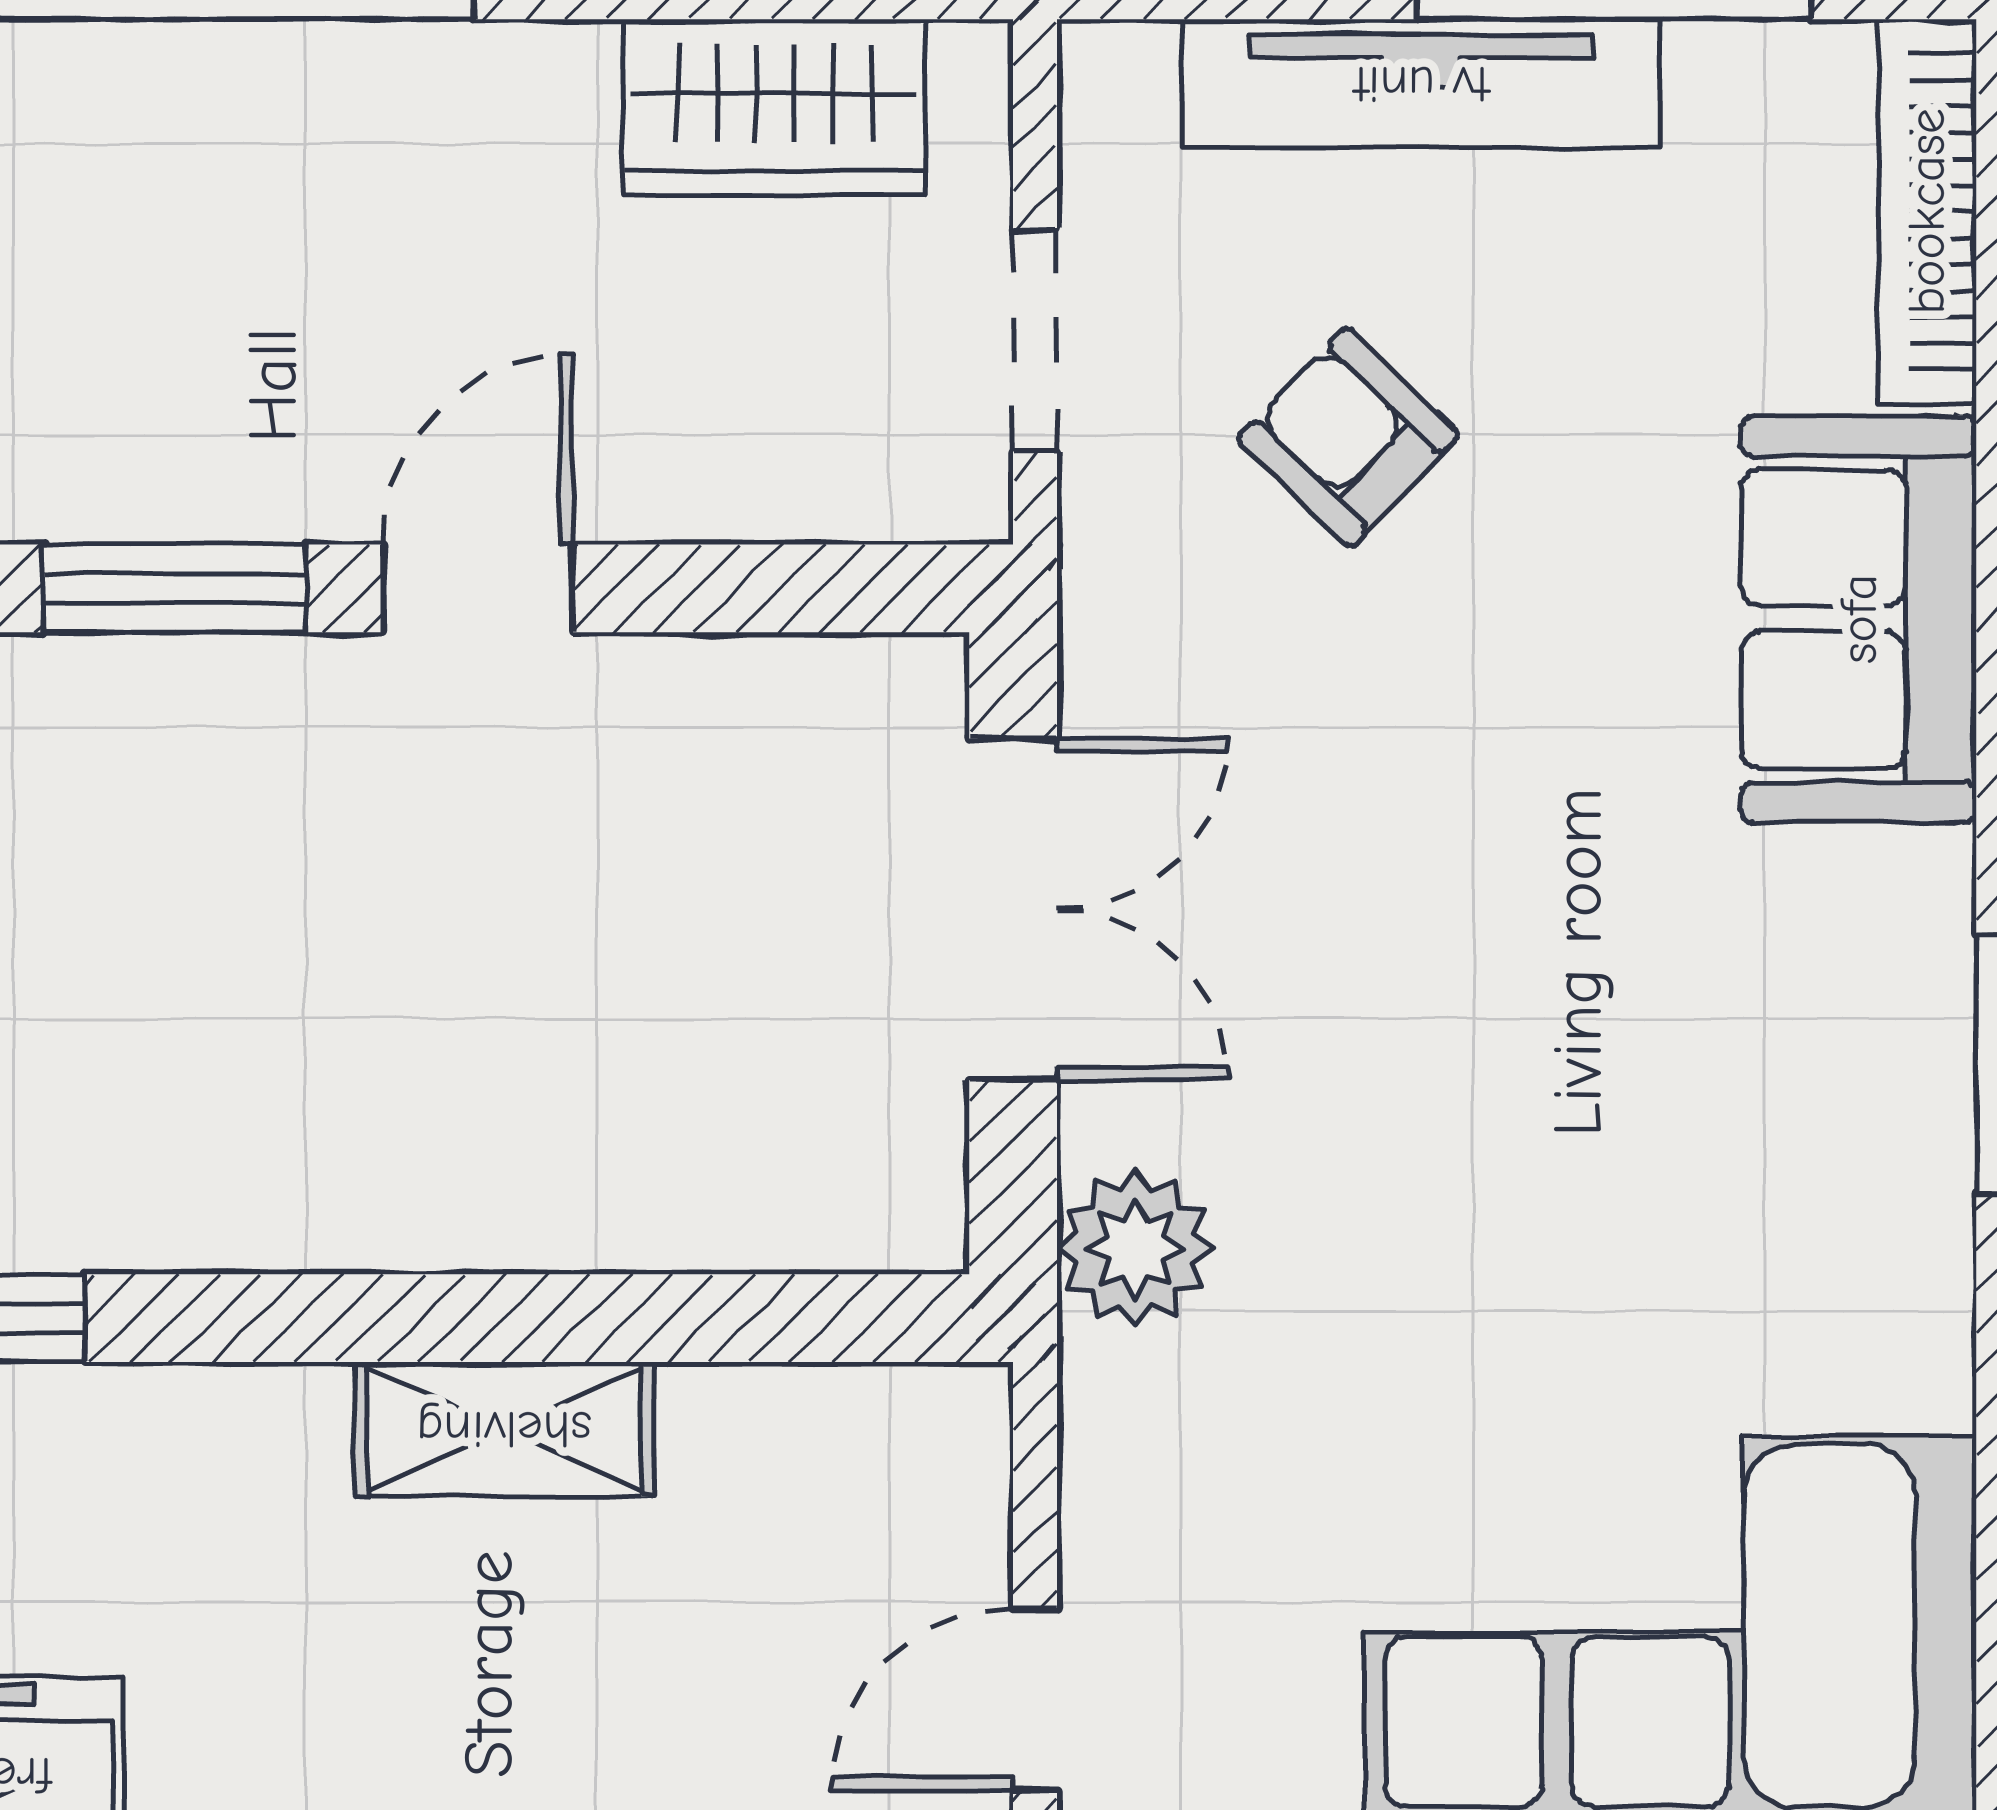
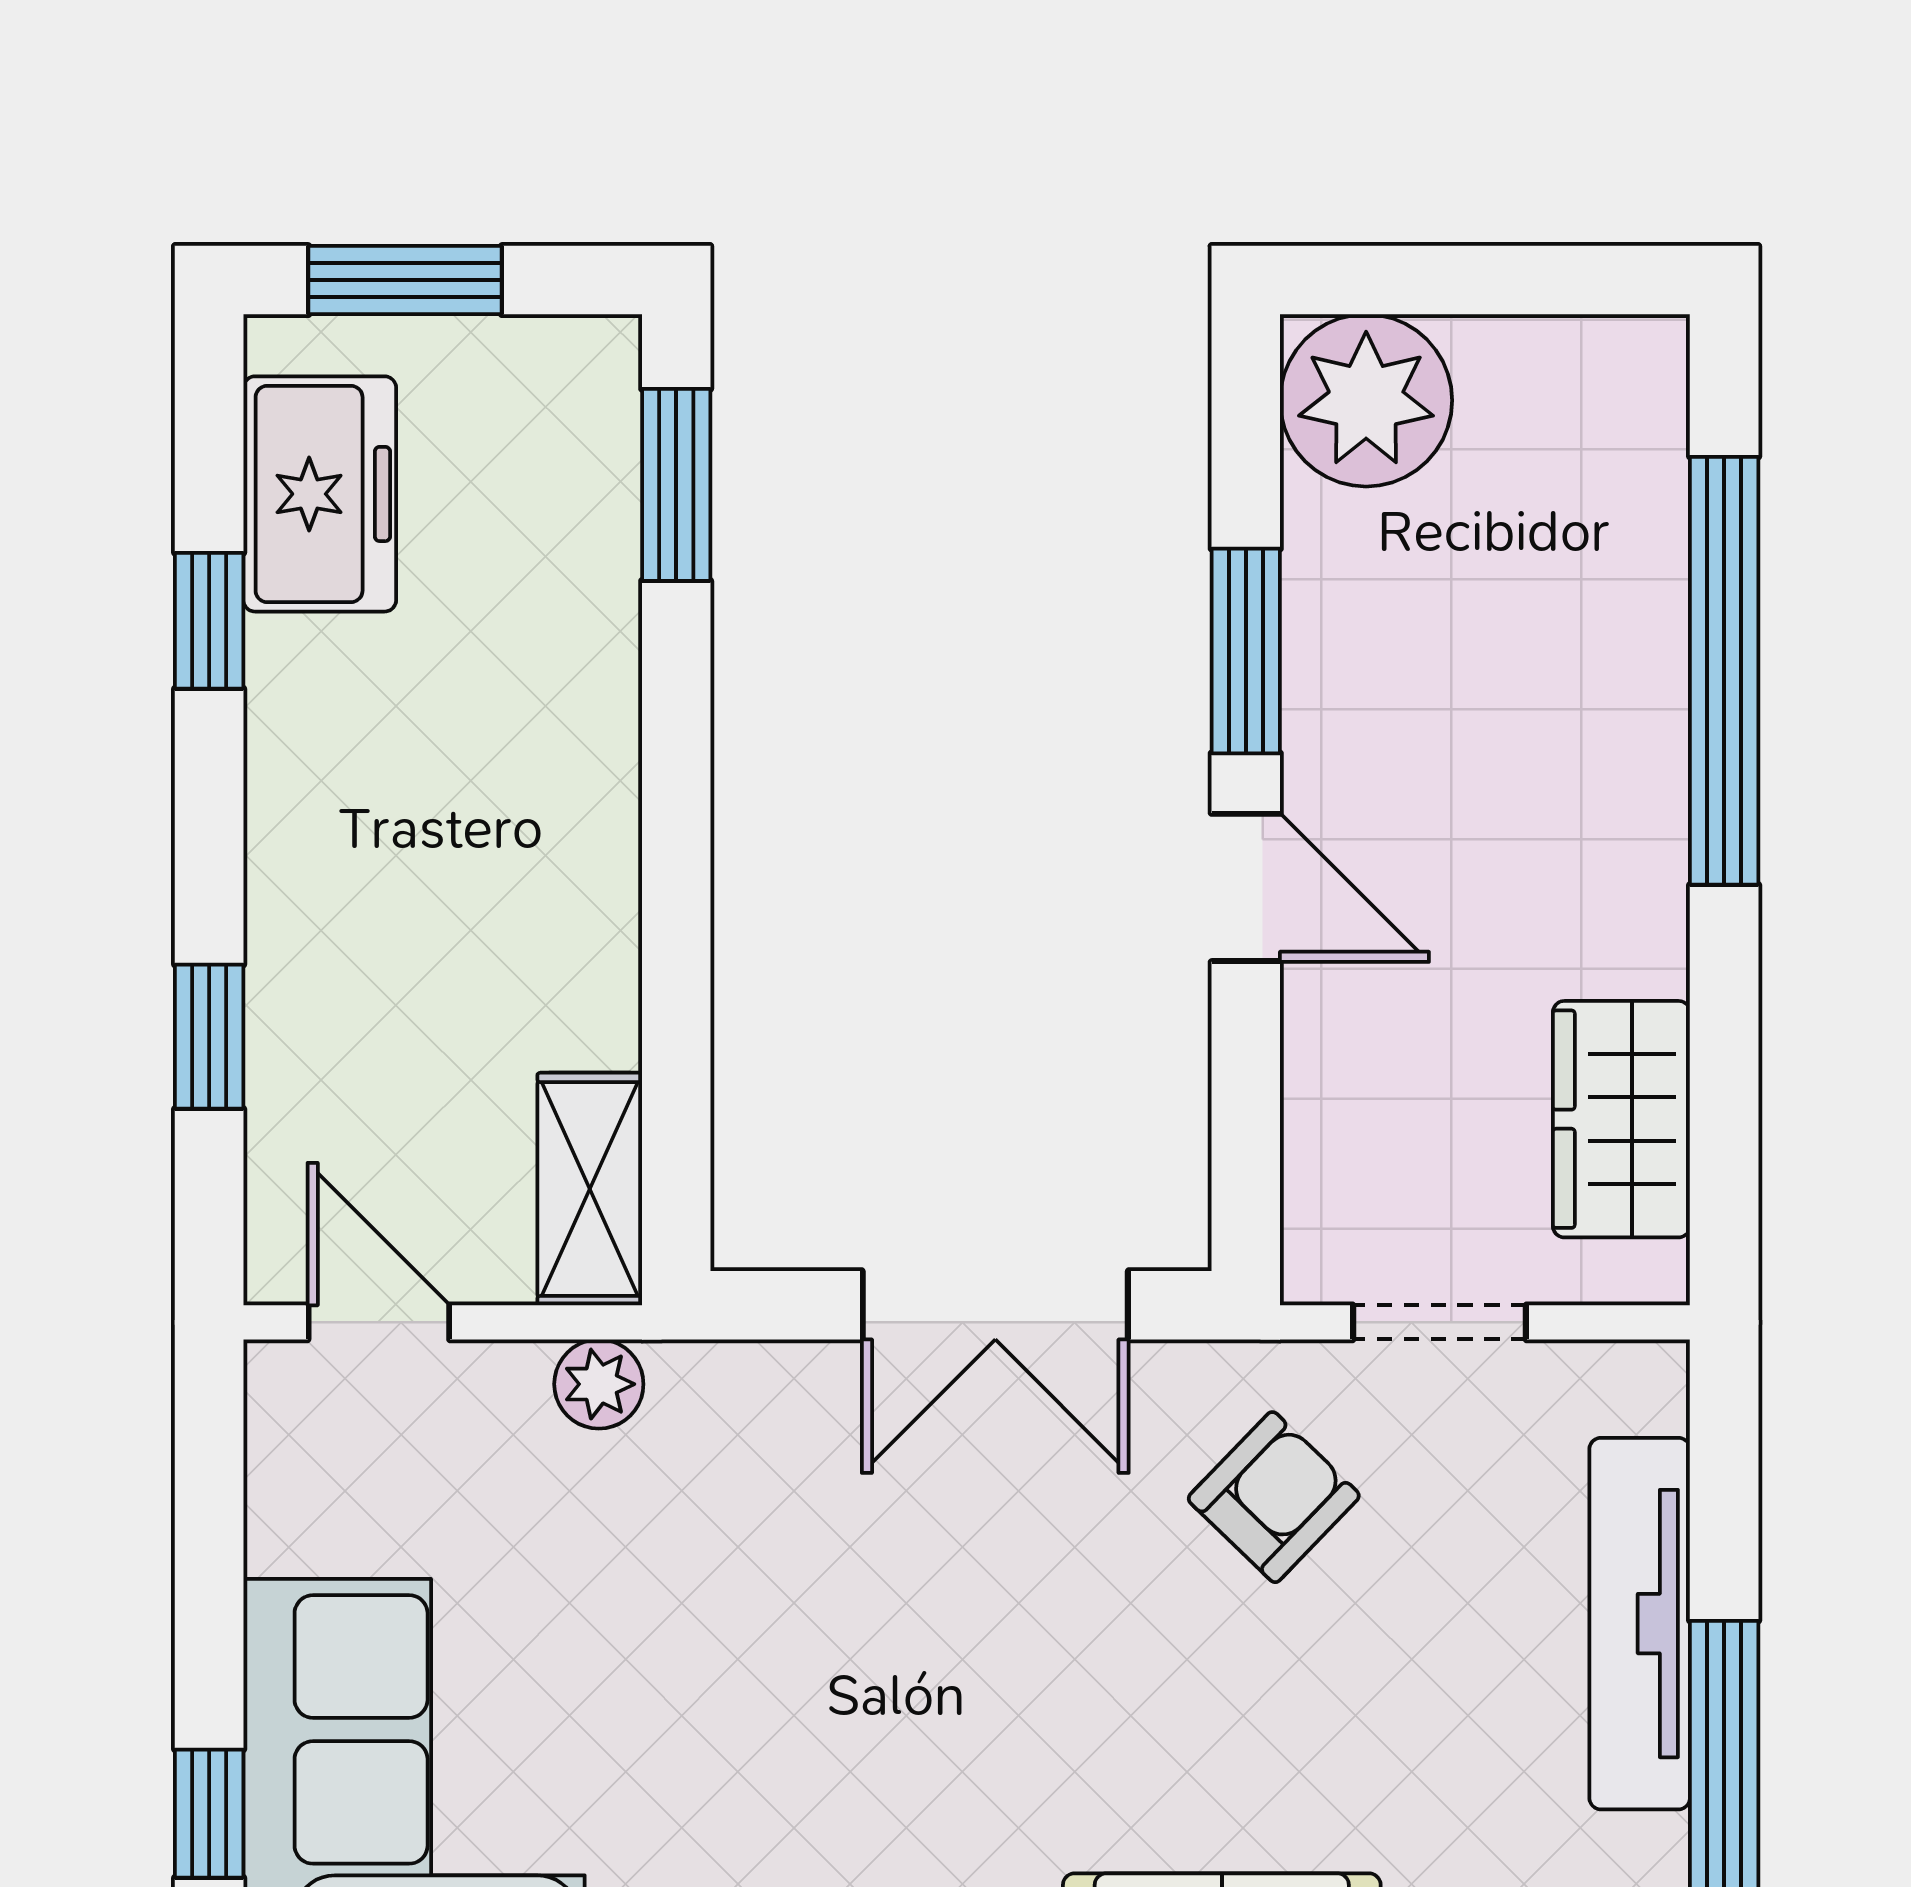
armchair: (1348, 437) -> (1274, 1497), moved
plant: (1136, 1249) -> (599, 1384), moved, width x0.73, depth x0.73
shelving: (504, 1429) -> (590, 1189), moved

